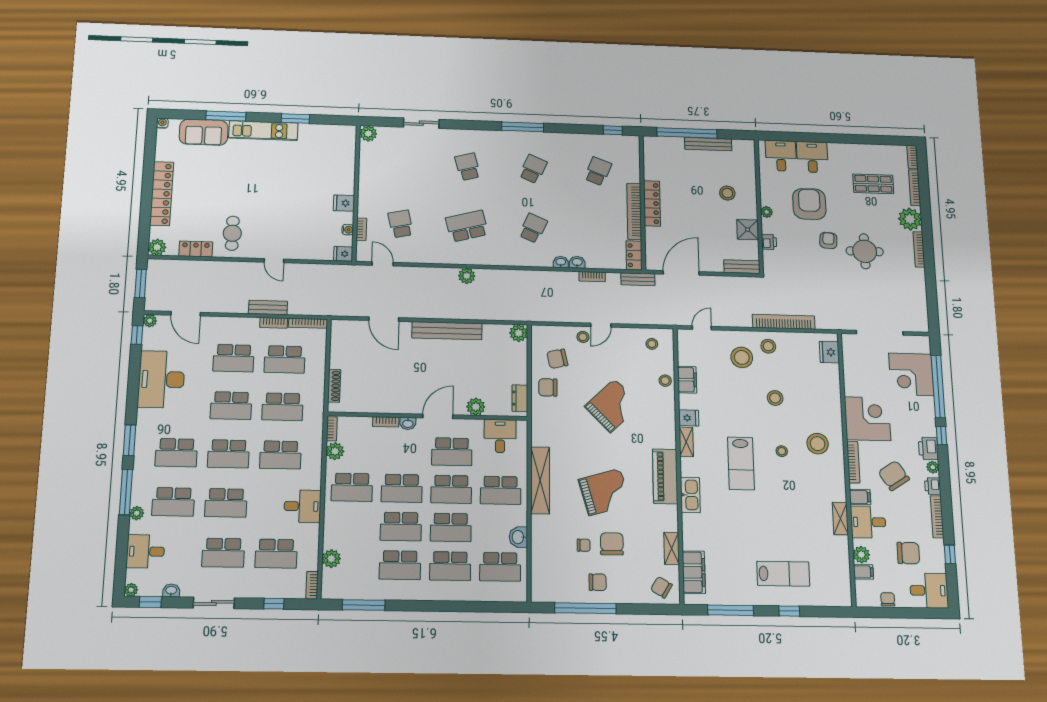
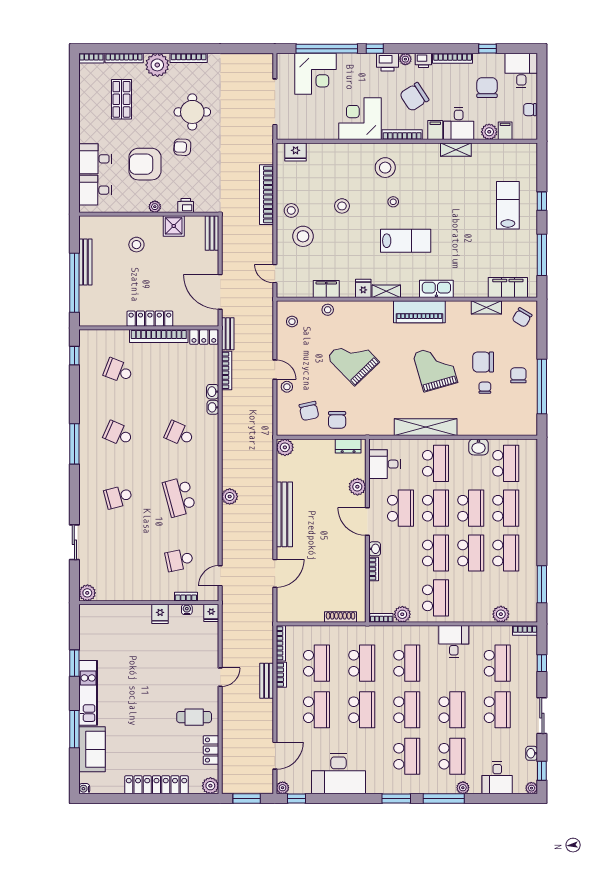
bookcase: (592, 277) -> (227, 370), width x1.56

